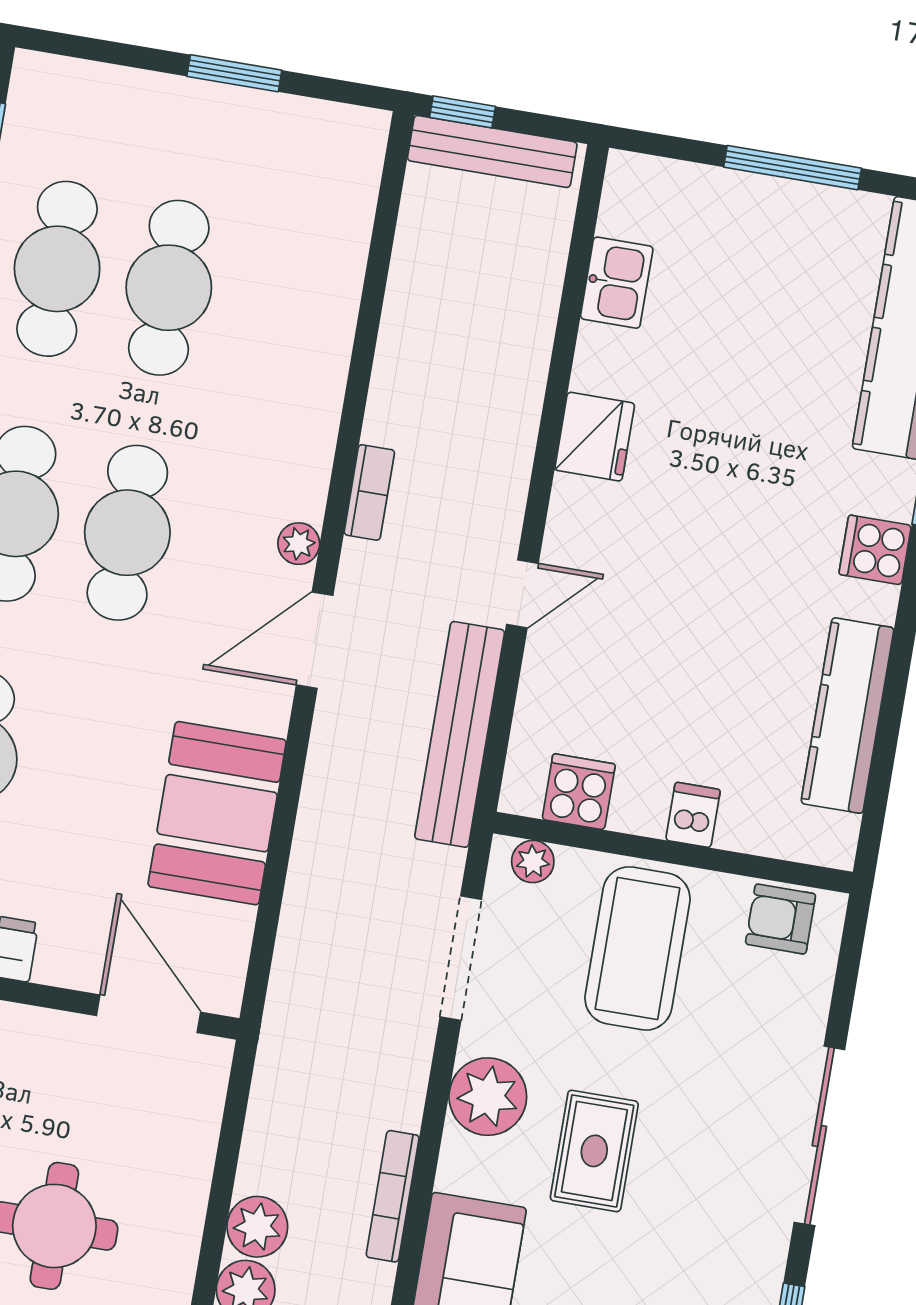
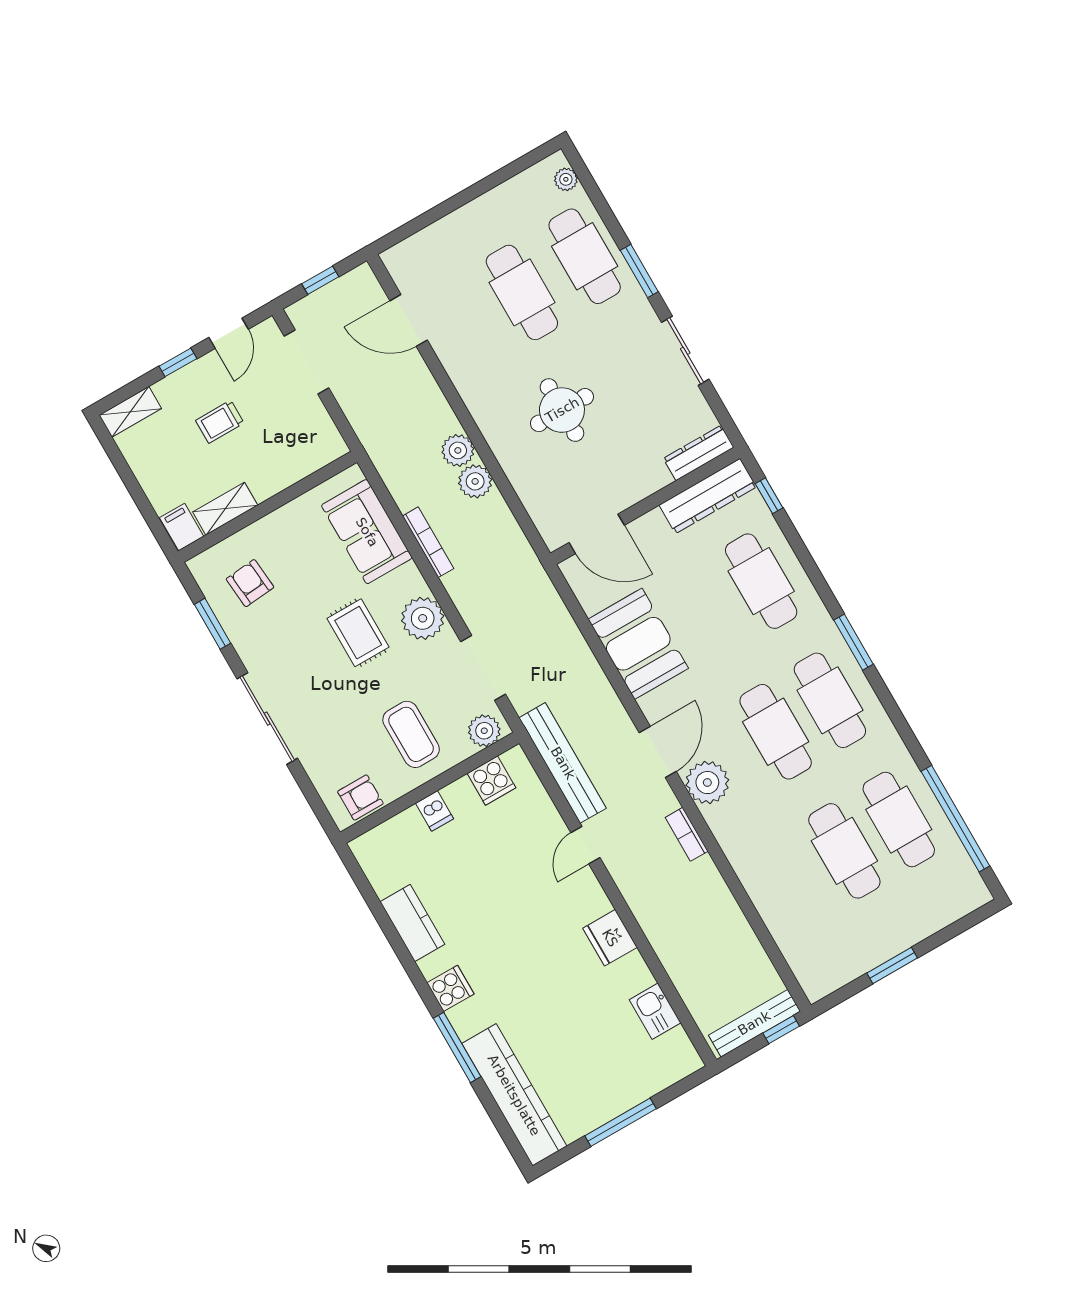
plant: (299, 544) -> (707, 783), width x1.87, depth x1.87
kitchen counter: (847, 716) -> (412, 923), width x0.67
plant: (533, 862) -> (484, 731), width x1.38, depth x1.38
coffee table: (637, 948) -> (411, 734), width x0.73, depth x0.76

